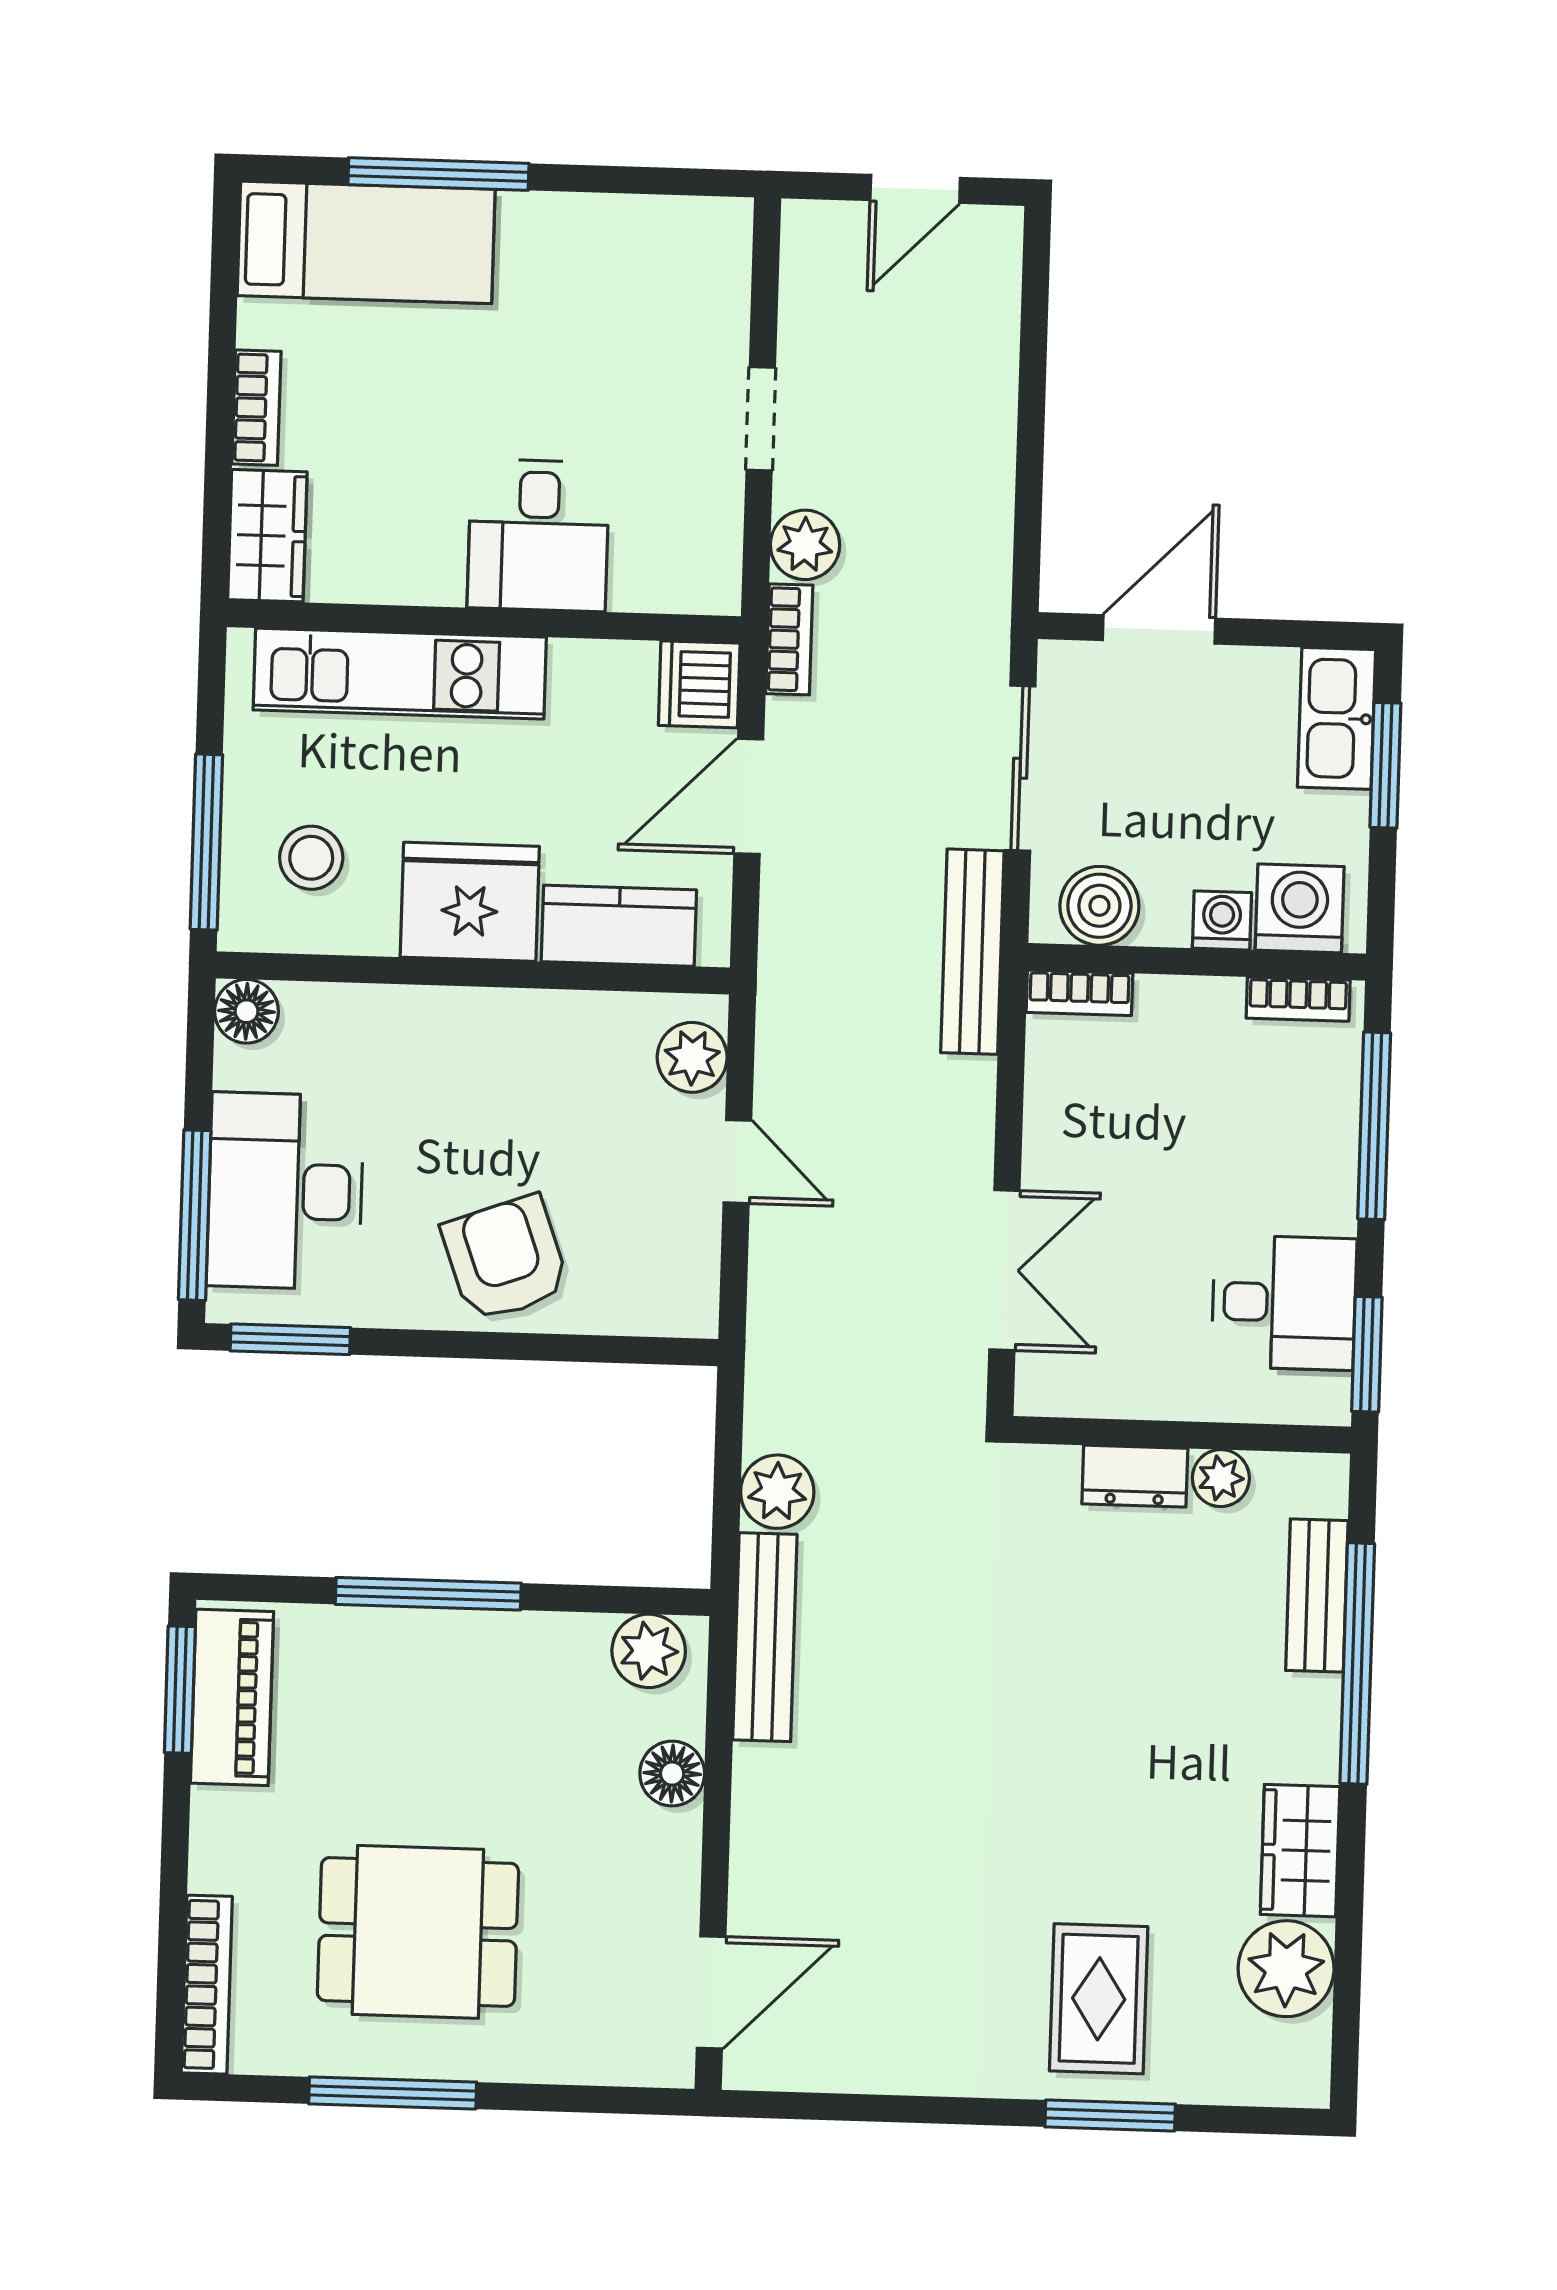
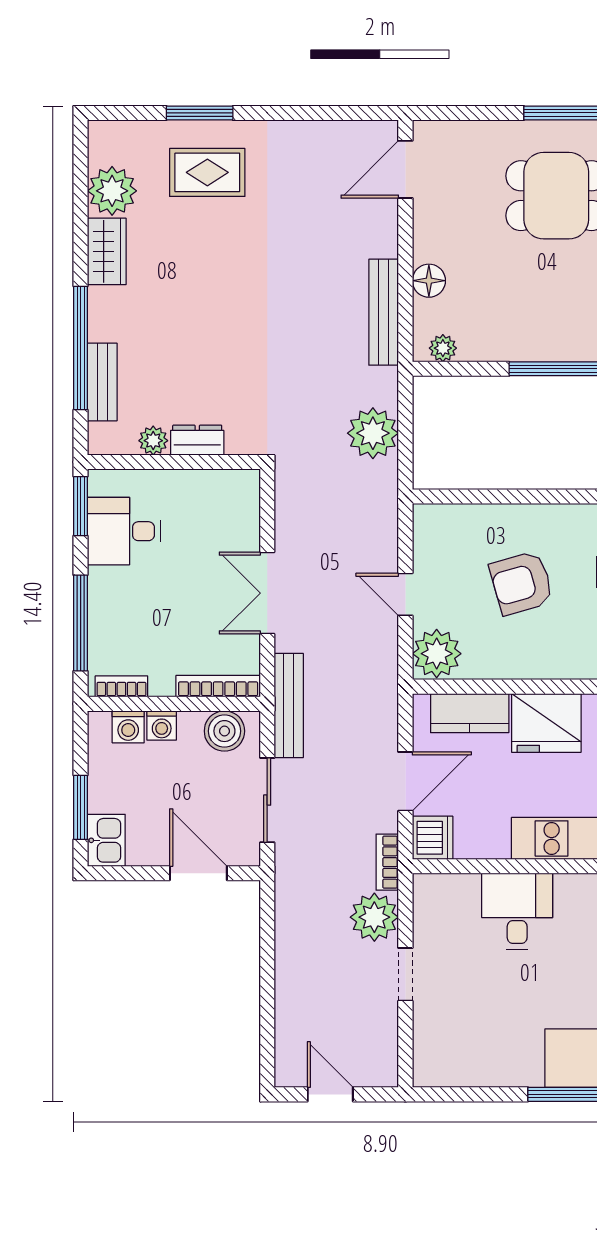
door: (915, 189) -> (330, 1094), hinge flipped
plant: (805, 545) -> (374, 917), width x1.36, depth x1.36
door: (1159, 629) -> (198, 873), swing flipped
kitchen sink: (1336, 718) -> (106, 840), width x0.73
washing machine: (1300, 908) -> (128, 727), width x0.73, depth x0.73
bookcase: (1079, 993) -> (218, 686), width x1.56
plant: (692, 1057) -> (437, 654), width x1.36, depth x1.36
armchair: (505, 1259) -> (521, 583), moved, turned 94
double door: (1004, 1270) -> (267, 593), moved
plant: (777, 1492) -> (373, 433), width x1.36, depth x1.36
bench: (765, 1637) -> (384, 312), moved
plant: (649, 1651) -> (443, 348), width x0.73, depth x0.73
rug: (1099, 1999) -> (207, 172), turned 90

